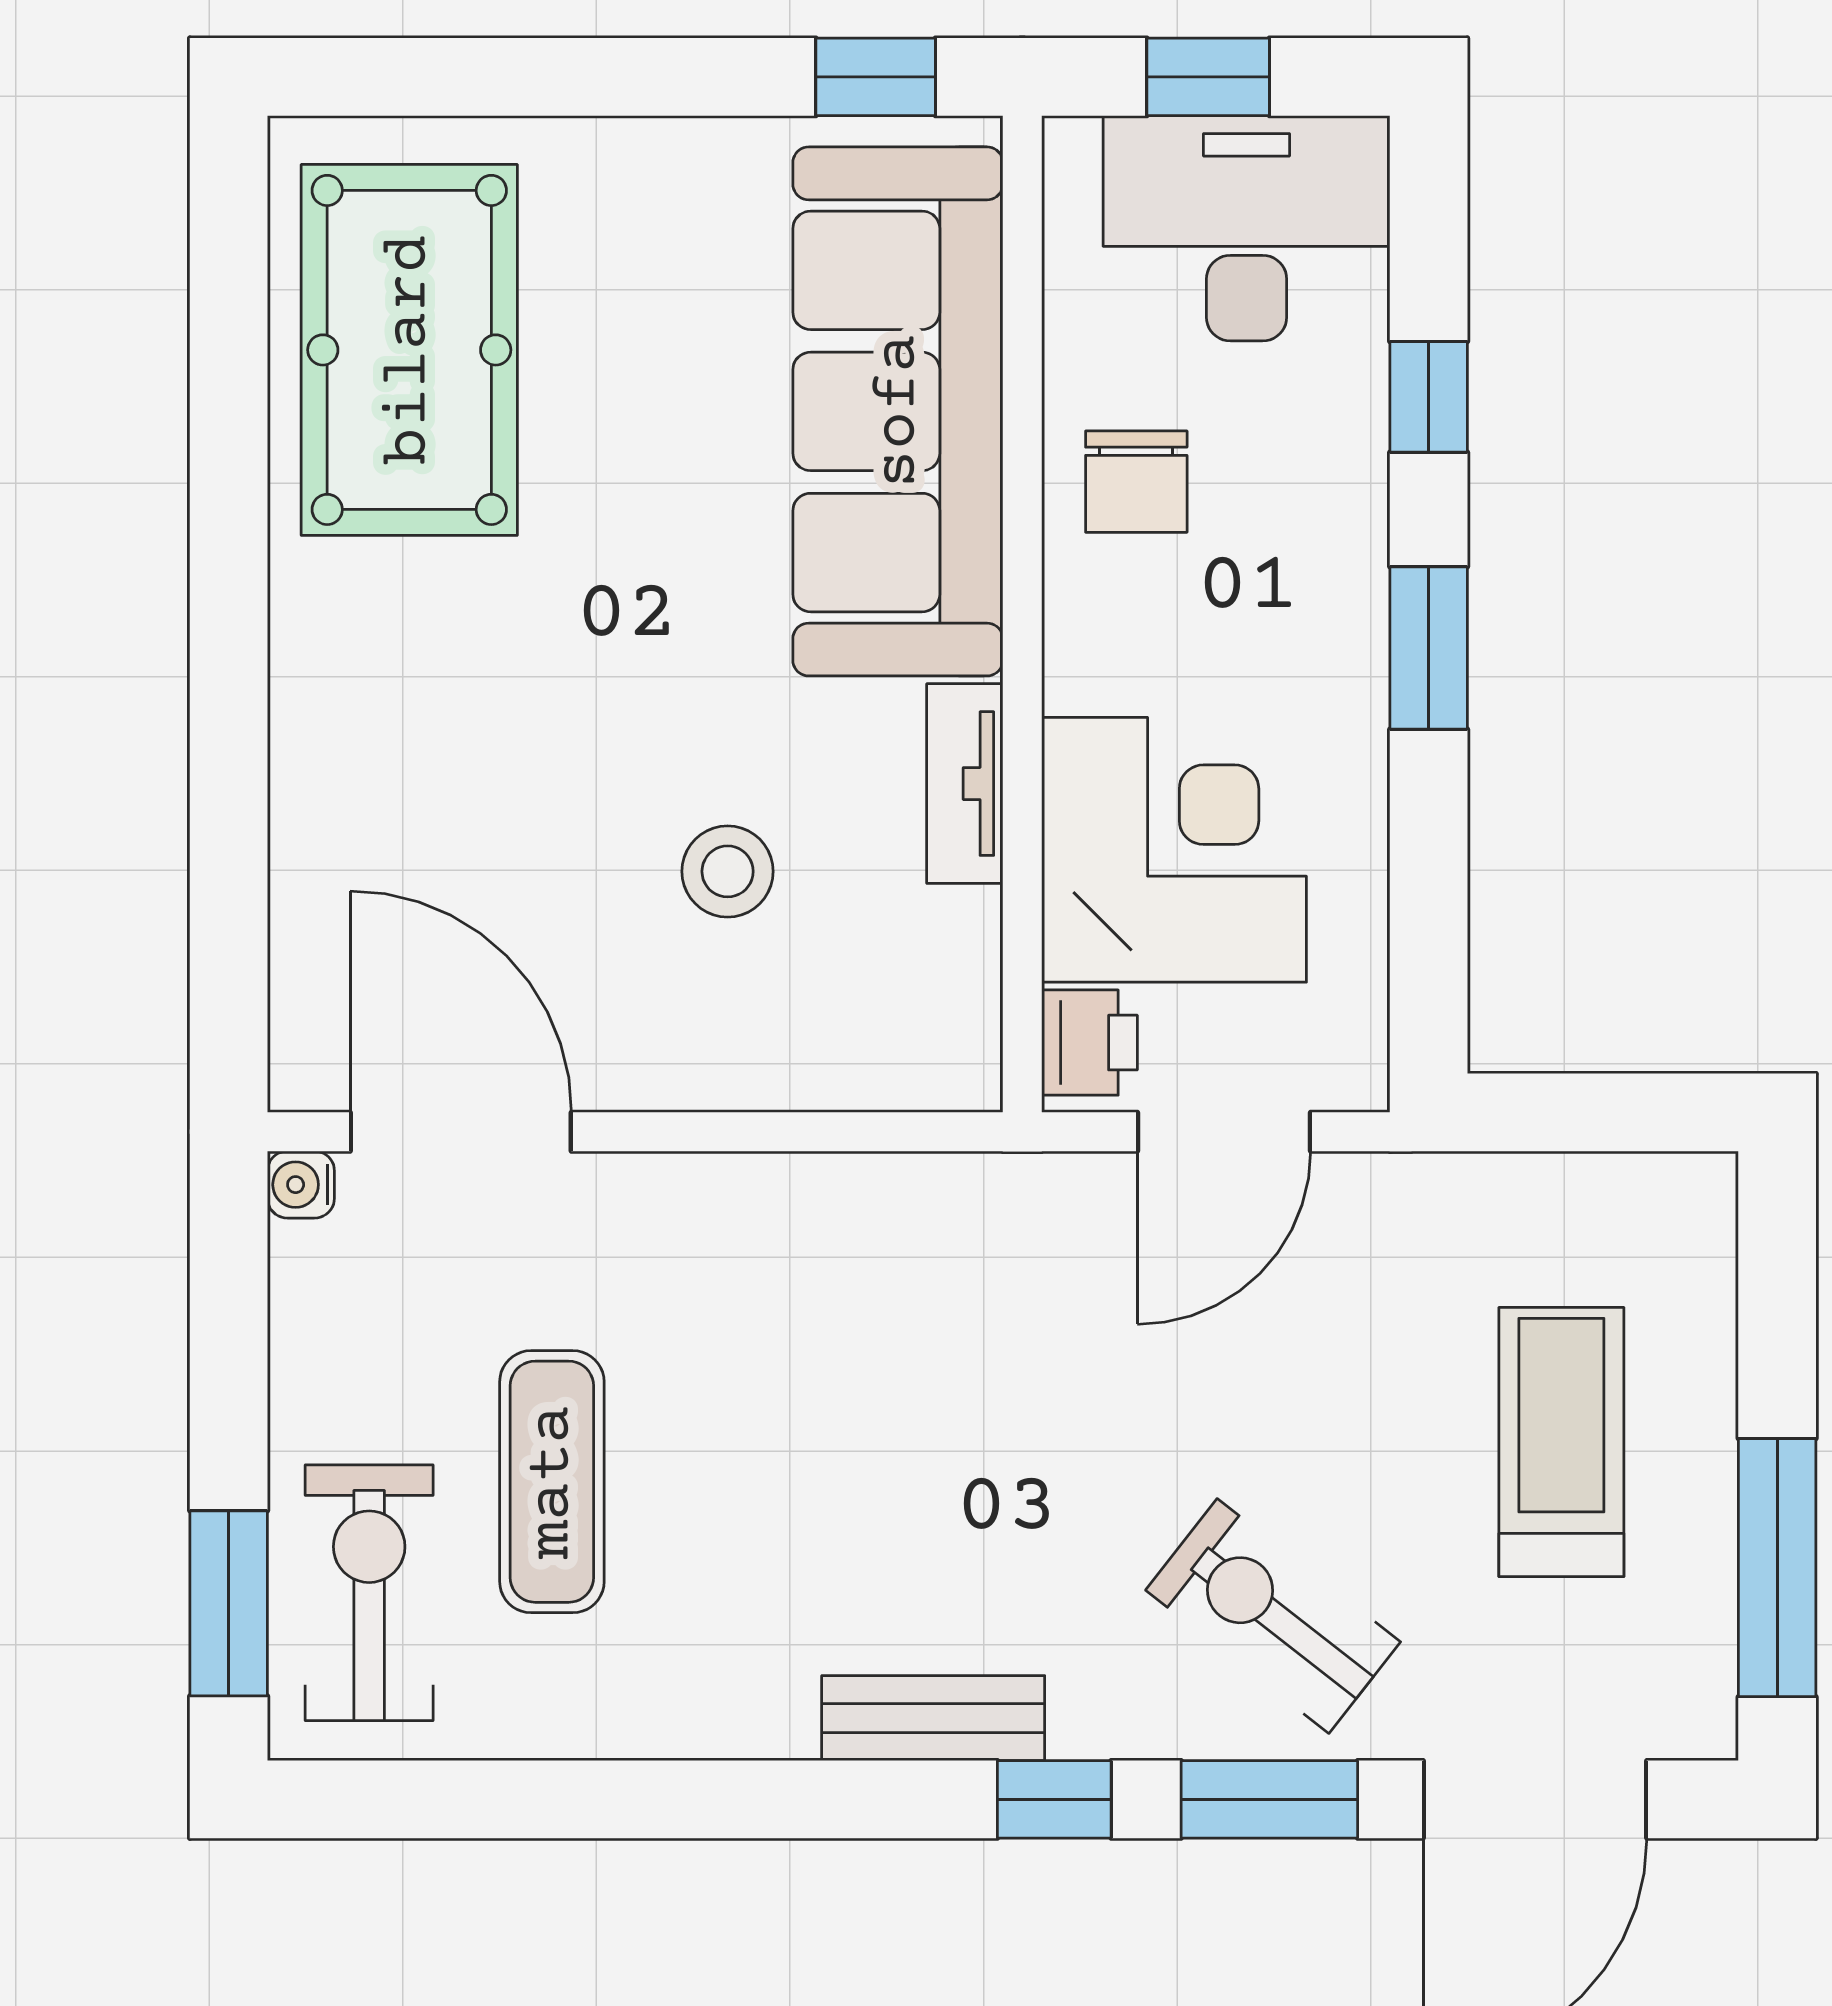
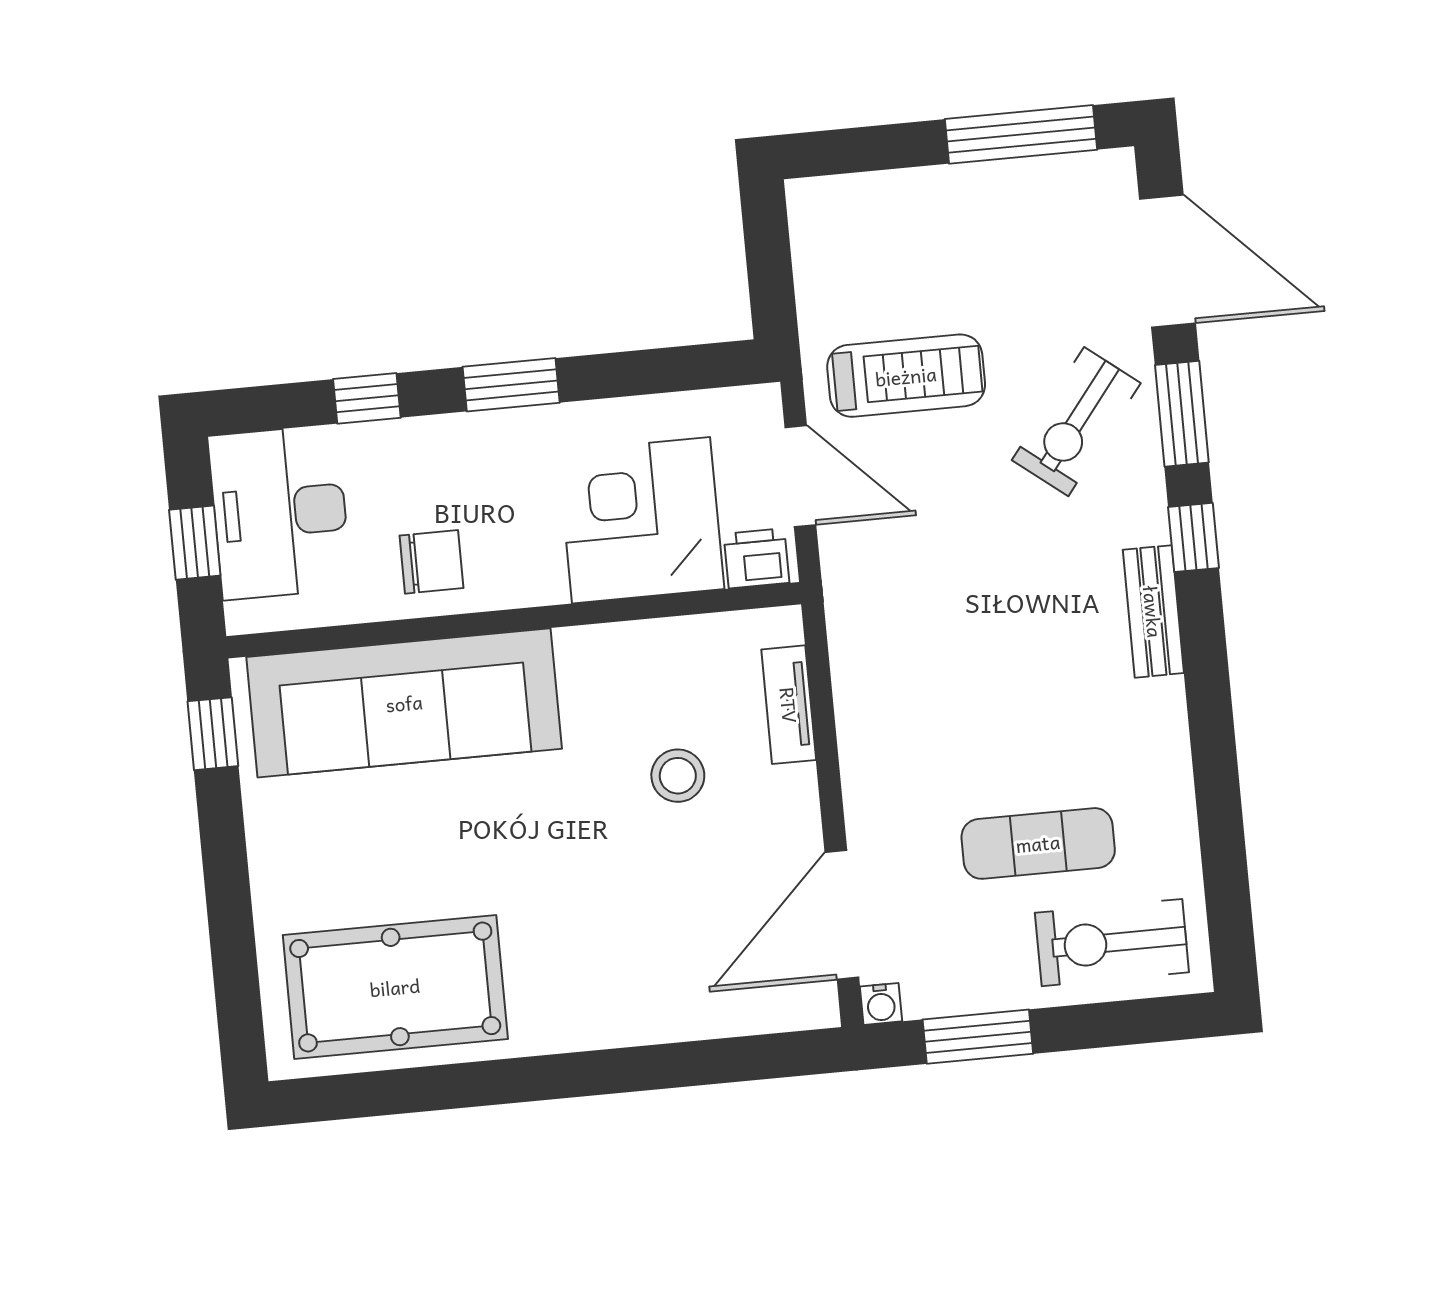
tv unit: (965, 784) -> (789, 705), moved, turned 90
treadmill: (1561, 1442) -> (906, 376), moved, turned 180
window: (229, 1603) -> (978, 1037), moved

